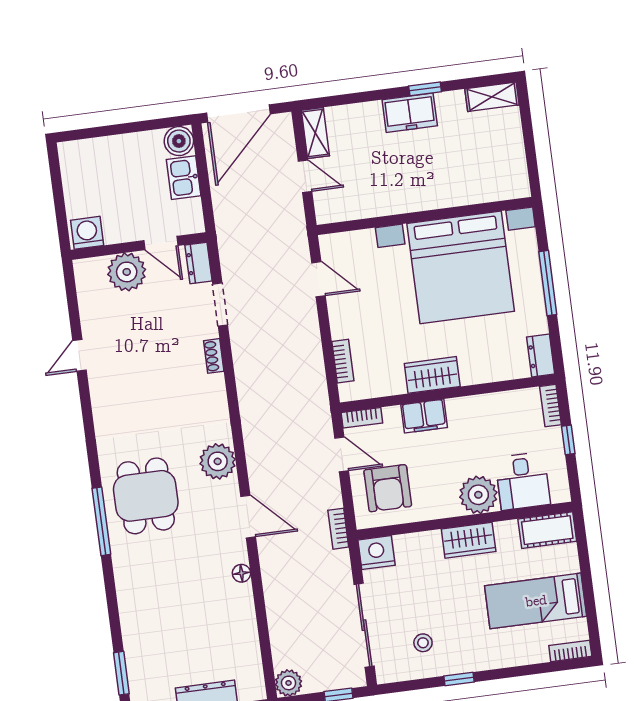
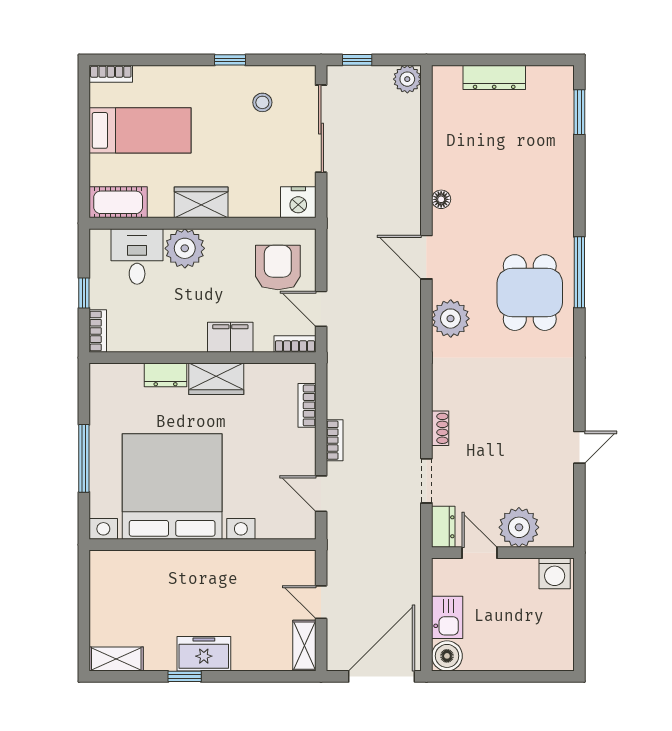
dresser: (541, 356) -> (166, 375), moved, turned 90
bookcase: (338, 529) -> (335, 440), moved

